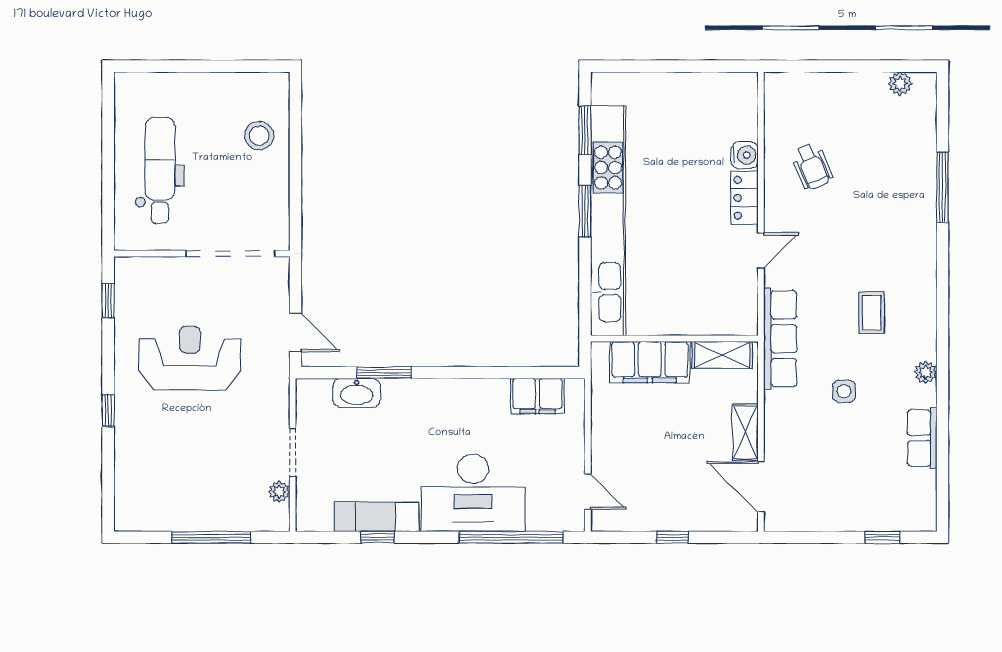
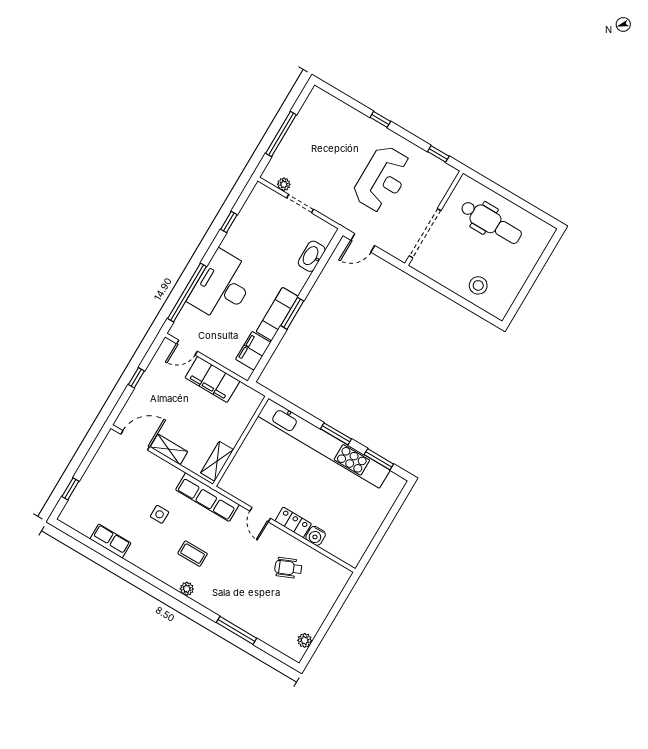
filing cabinet: (650, 362) -> (212, 379), moved, turned -90
plant: (926, 372) -> (187, 589), moved
window: (384, 373) -> (292, 313), moved
exam couch: (377, 517) -> (277, 314), moved, turned 180

